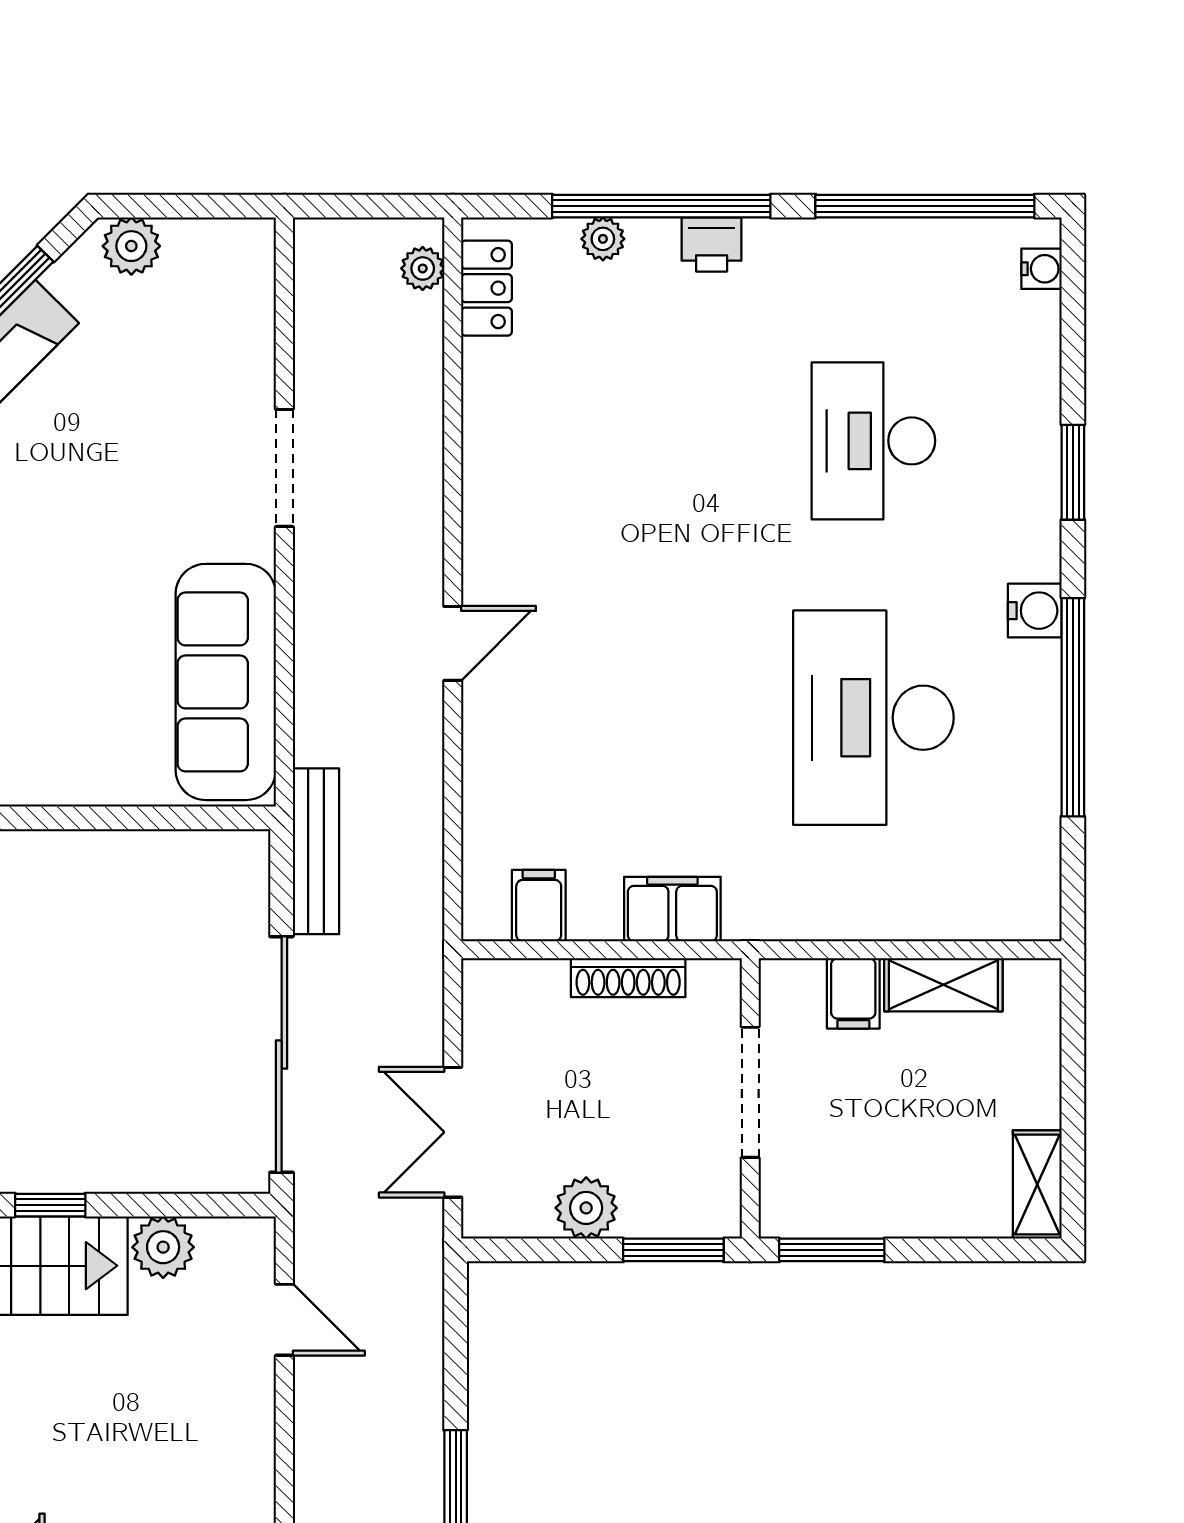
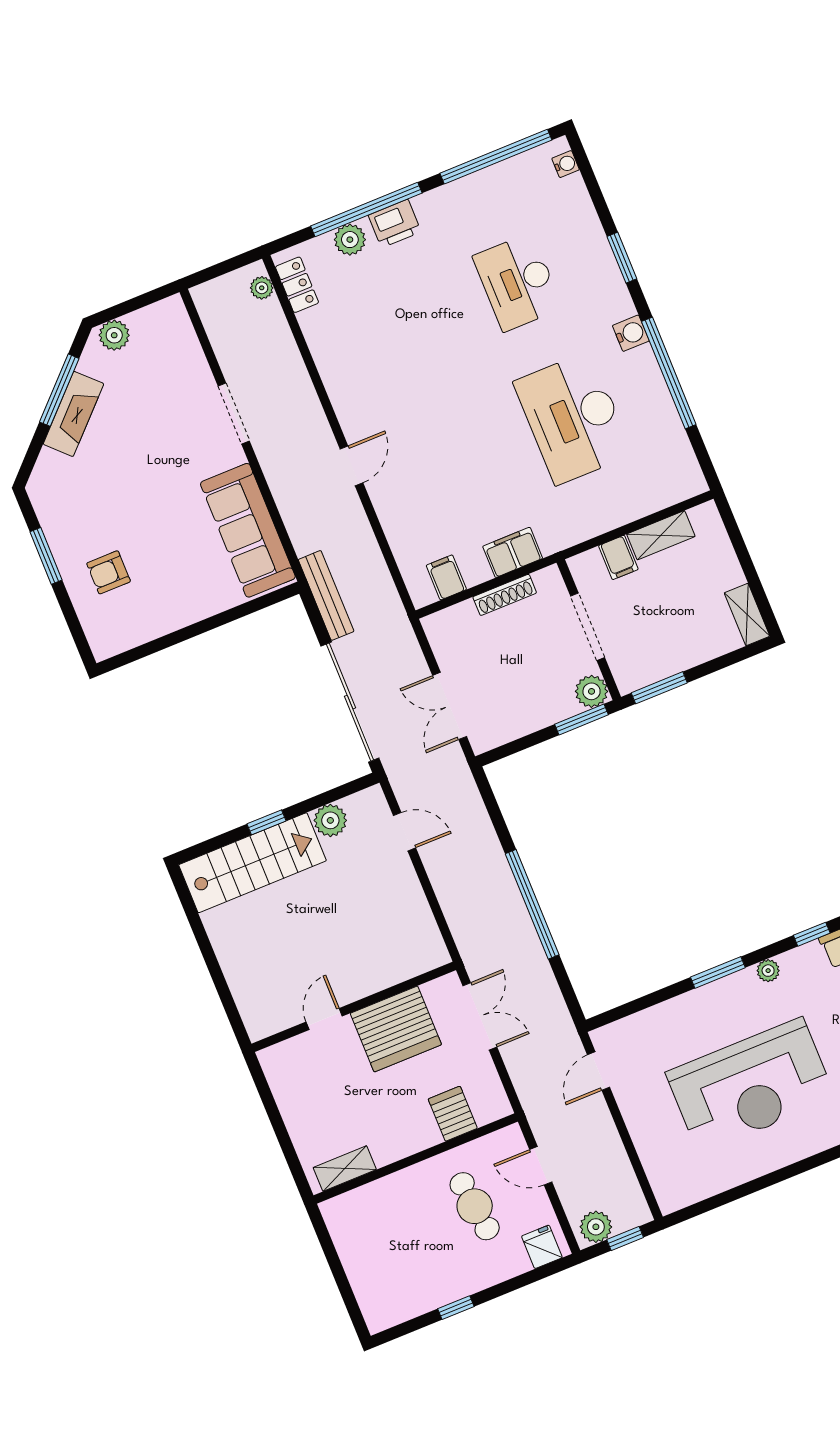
plant: (603, 239) -> (350, 240), width x1.38, depth x1.38
printer: (712, 244) -> (395, 224), width x1.36, depth x1.24
plant: (586, 1208) -> (592, 691), moved

